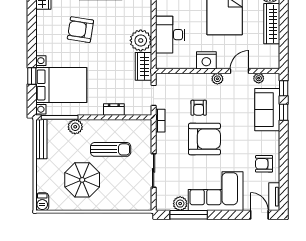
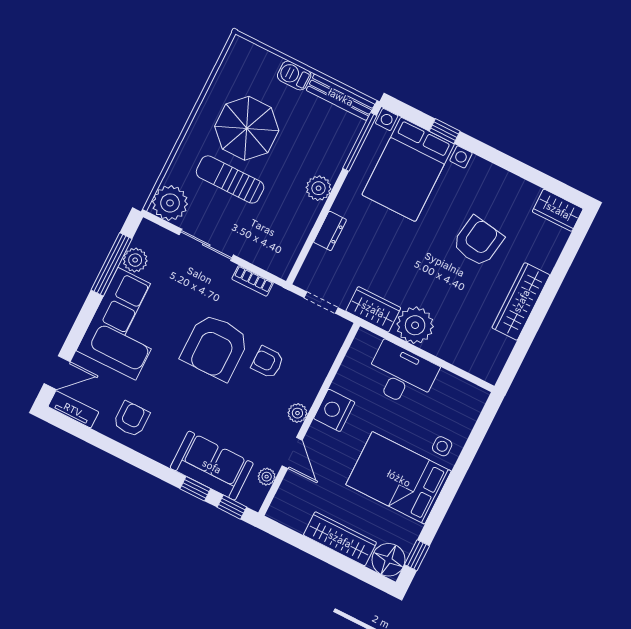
bookcase: (160, 121) -> (253, 281), moved
plant: (75, 127) -> (319, 188), moved
sun lounger: (111, 149) -> (230, 179), moved, turned 90
plant: (141, 200) -> (170, 203), added
barbecue: (42, 202) -> (294, 76), moved

